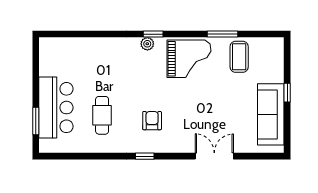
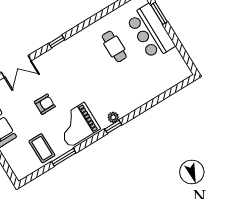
armchair: (152, 121) -> (45, 104), moved, turned -90
window: (145, 156) -> (57, 42), moved

